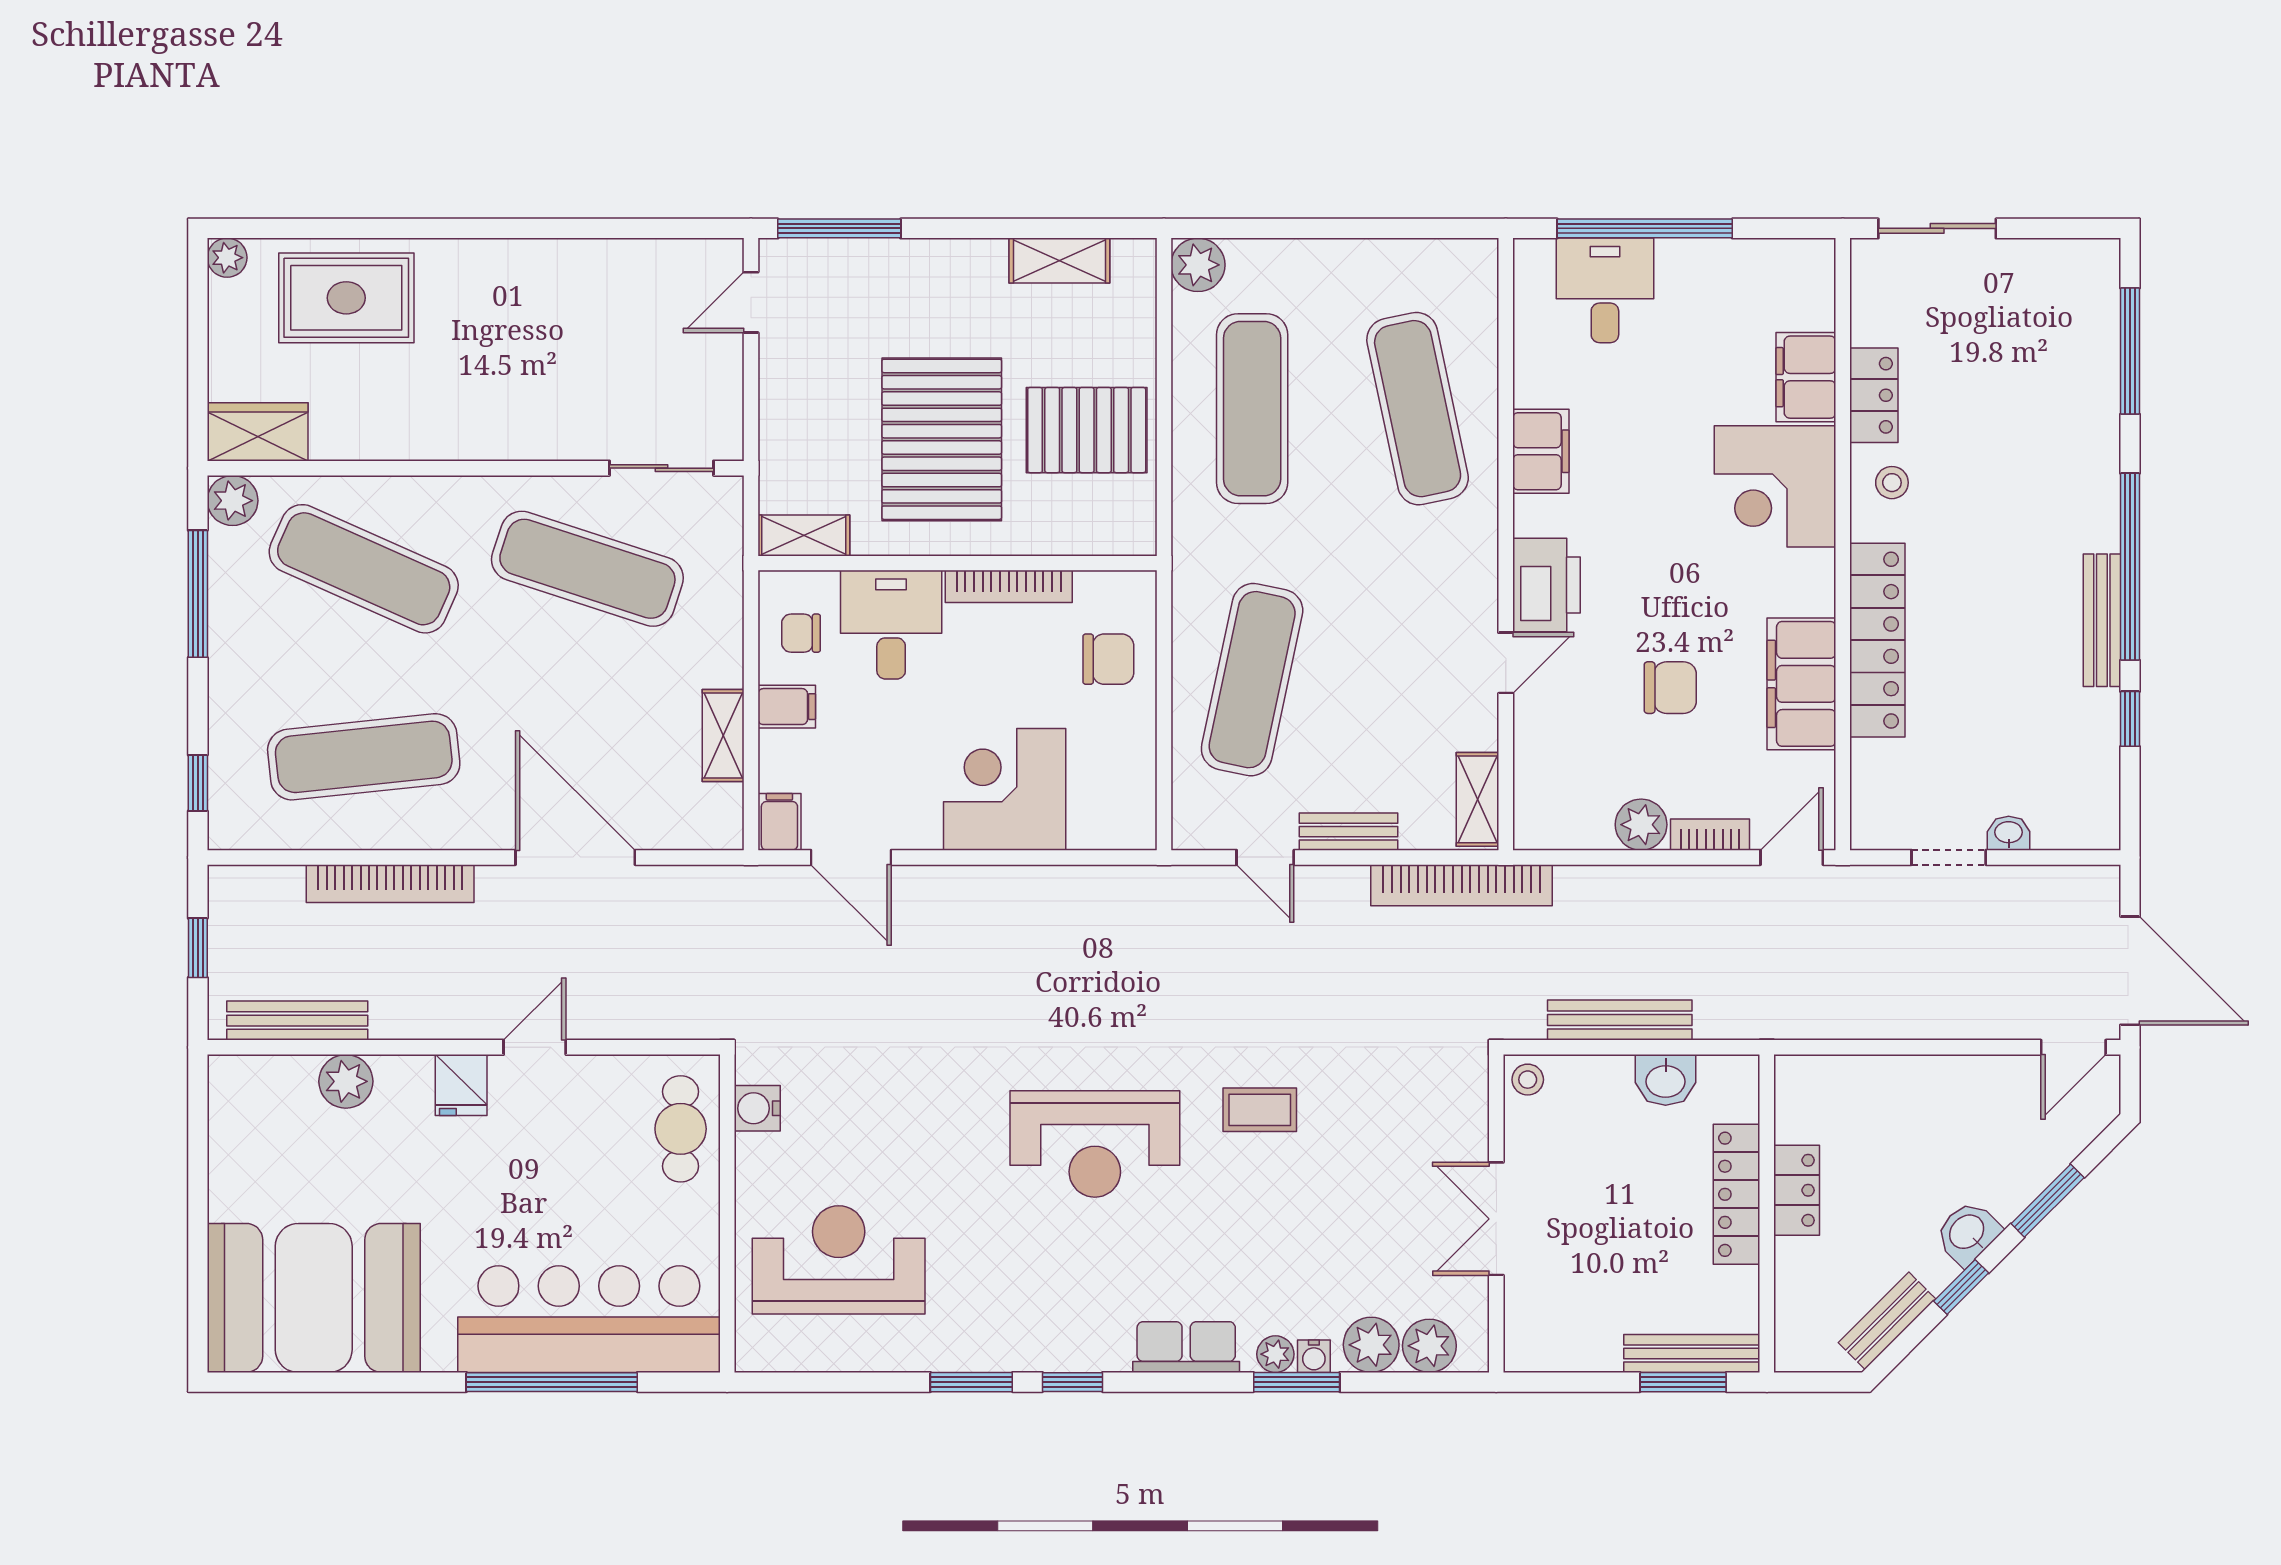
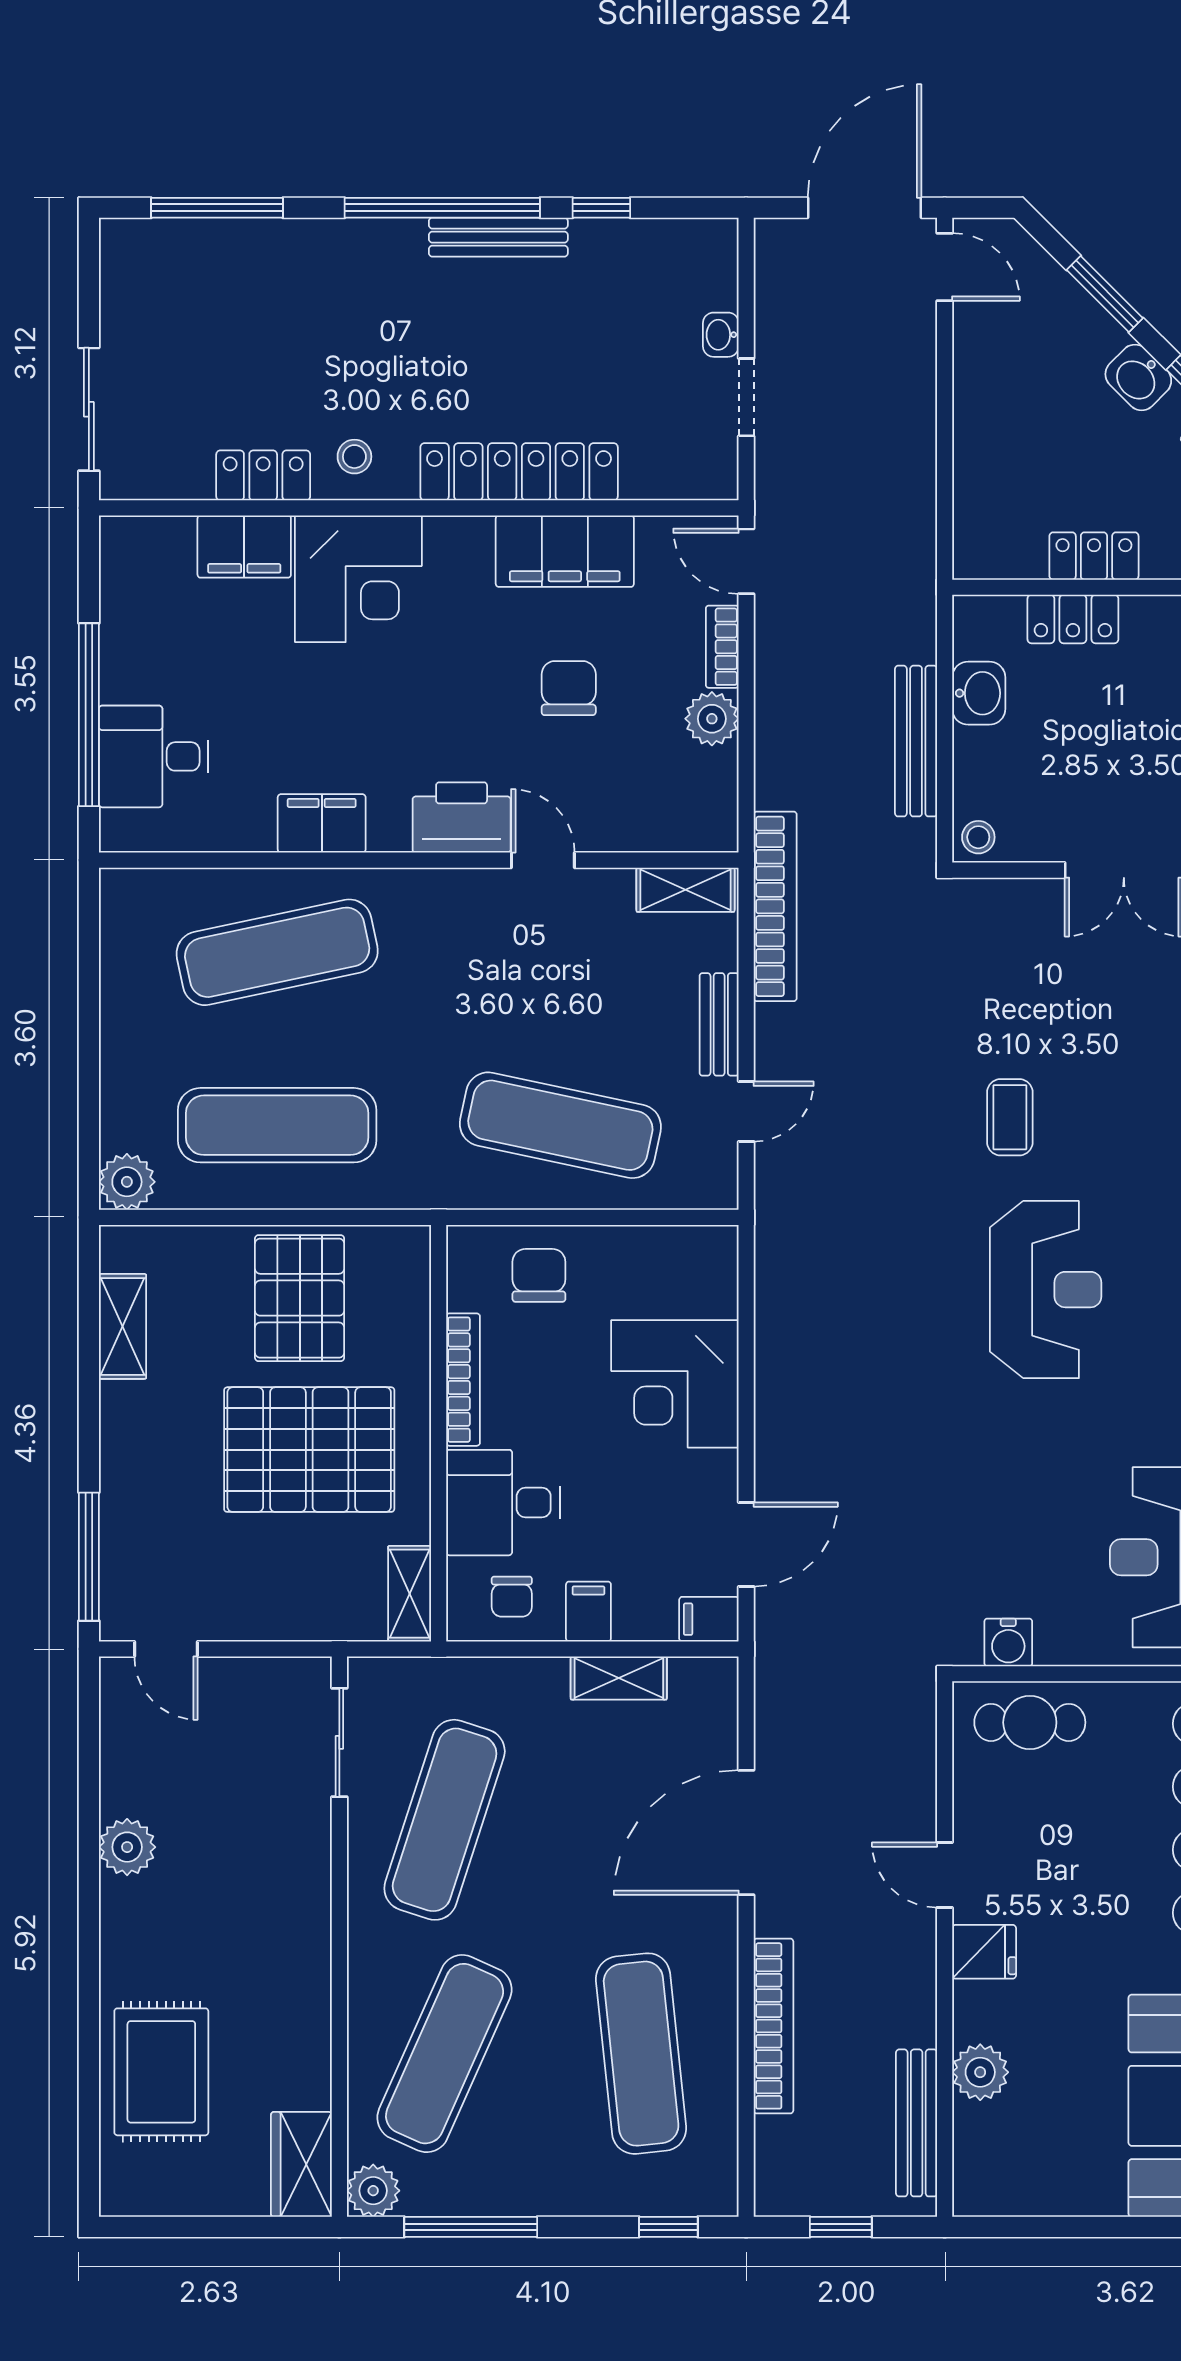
plant: (227, 258) -> (127, 1847), moved, width x1.38, depth x1.38
locker: (1737, 1194) -> (1073, 619), width x0.66

